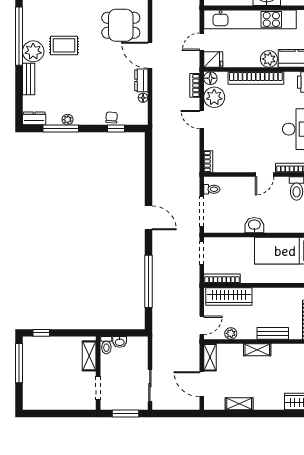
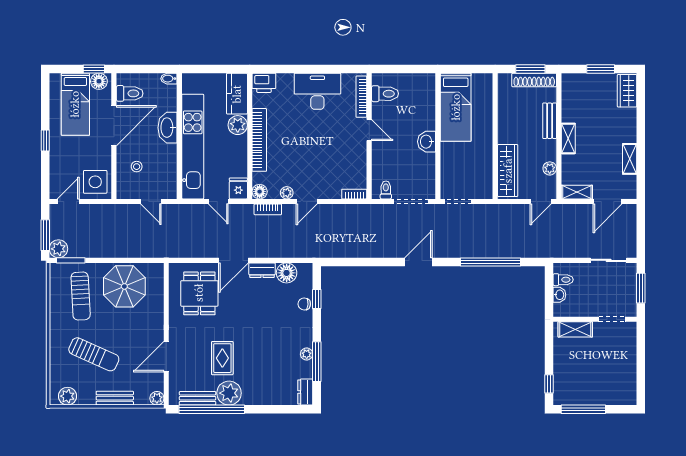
bench: (29, 79) -> (198, 398), moved
plant: (214, 97) -> (287, 193), width x0.53, depth x0.53
floor lamp: (143, 98) -> (287, 273), width x1.89, depth x1.89
bookcase: (222, 279) -> (487, 178), removed
door: (202, 325) -> (541, 201), swing flipped
toilet: (106, 345) -> (563, 280), moved

